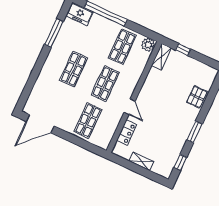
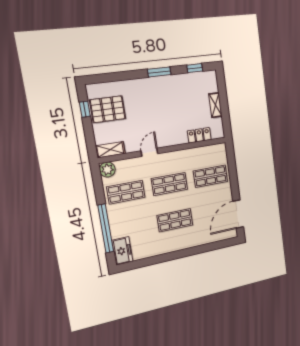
window: (54, 33) -> (155, 260), removed
window: (183, 50) -> (85, 109), moved
pallet: (197, 97) -> (108, 109), moved, width x1.50, depth x1.42
door: (130, 107) -> (149, 152), moved
door: (40, 124) -> (238, 214), swing flipped

